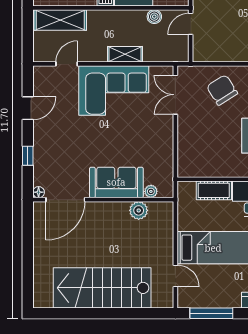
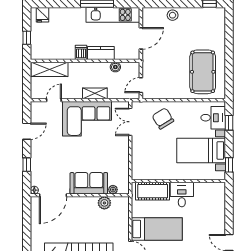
door: (191, 24) -> (141, 85), moved
cot: (214, 190) -> (153, 191), width x1.37, depth x1.34

